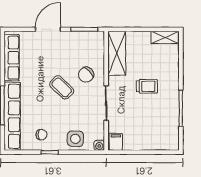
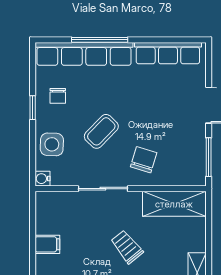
chair: (86, 75) -> (144, 160), turned 62
trolley: (147, 86) -> (127, 247), turned 141
coffee table: (62, 87) -> (101, 131), moved
filing cabinet: (116, 142) -> (47, 244), moved

